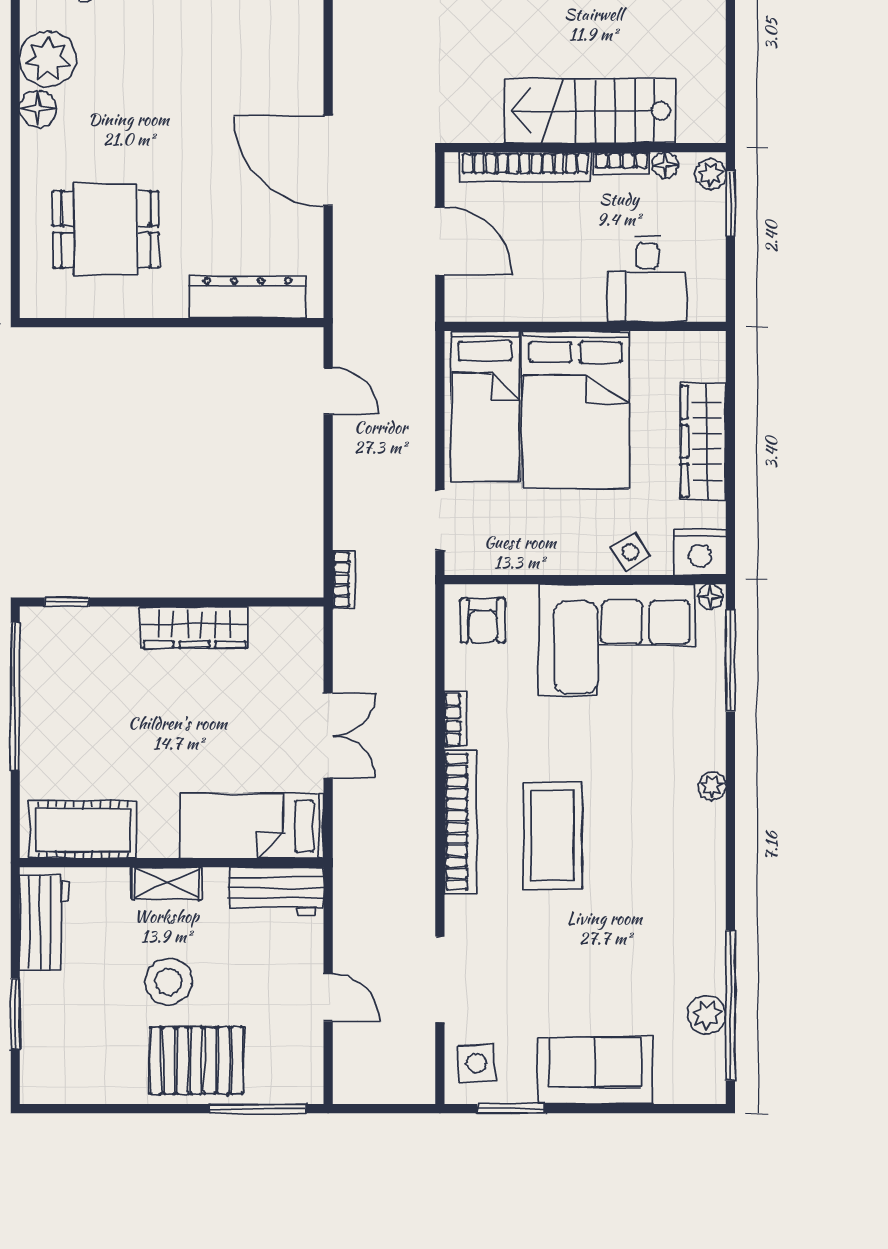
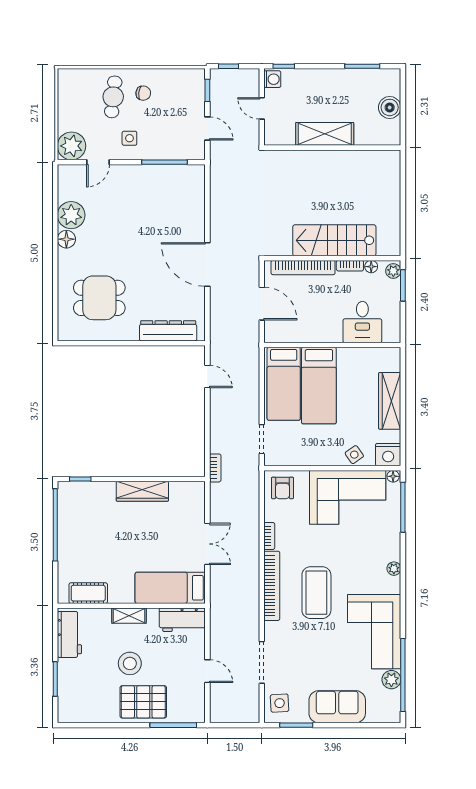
bed: (575, 410) -> (319, 386), width x0.67
cot: (83, 830) -> (88, 593), width x0.73, depth x0.75
corner sofa: (671, 916) -> (374, 632), added

